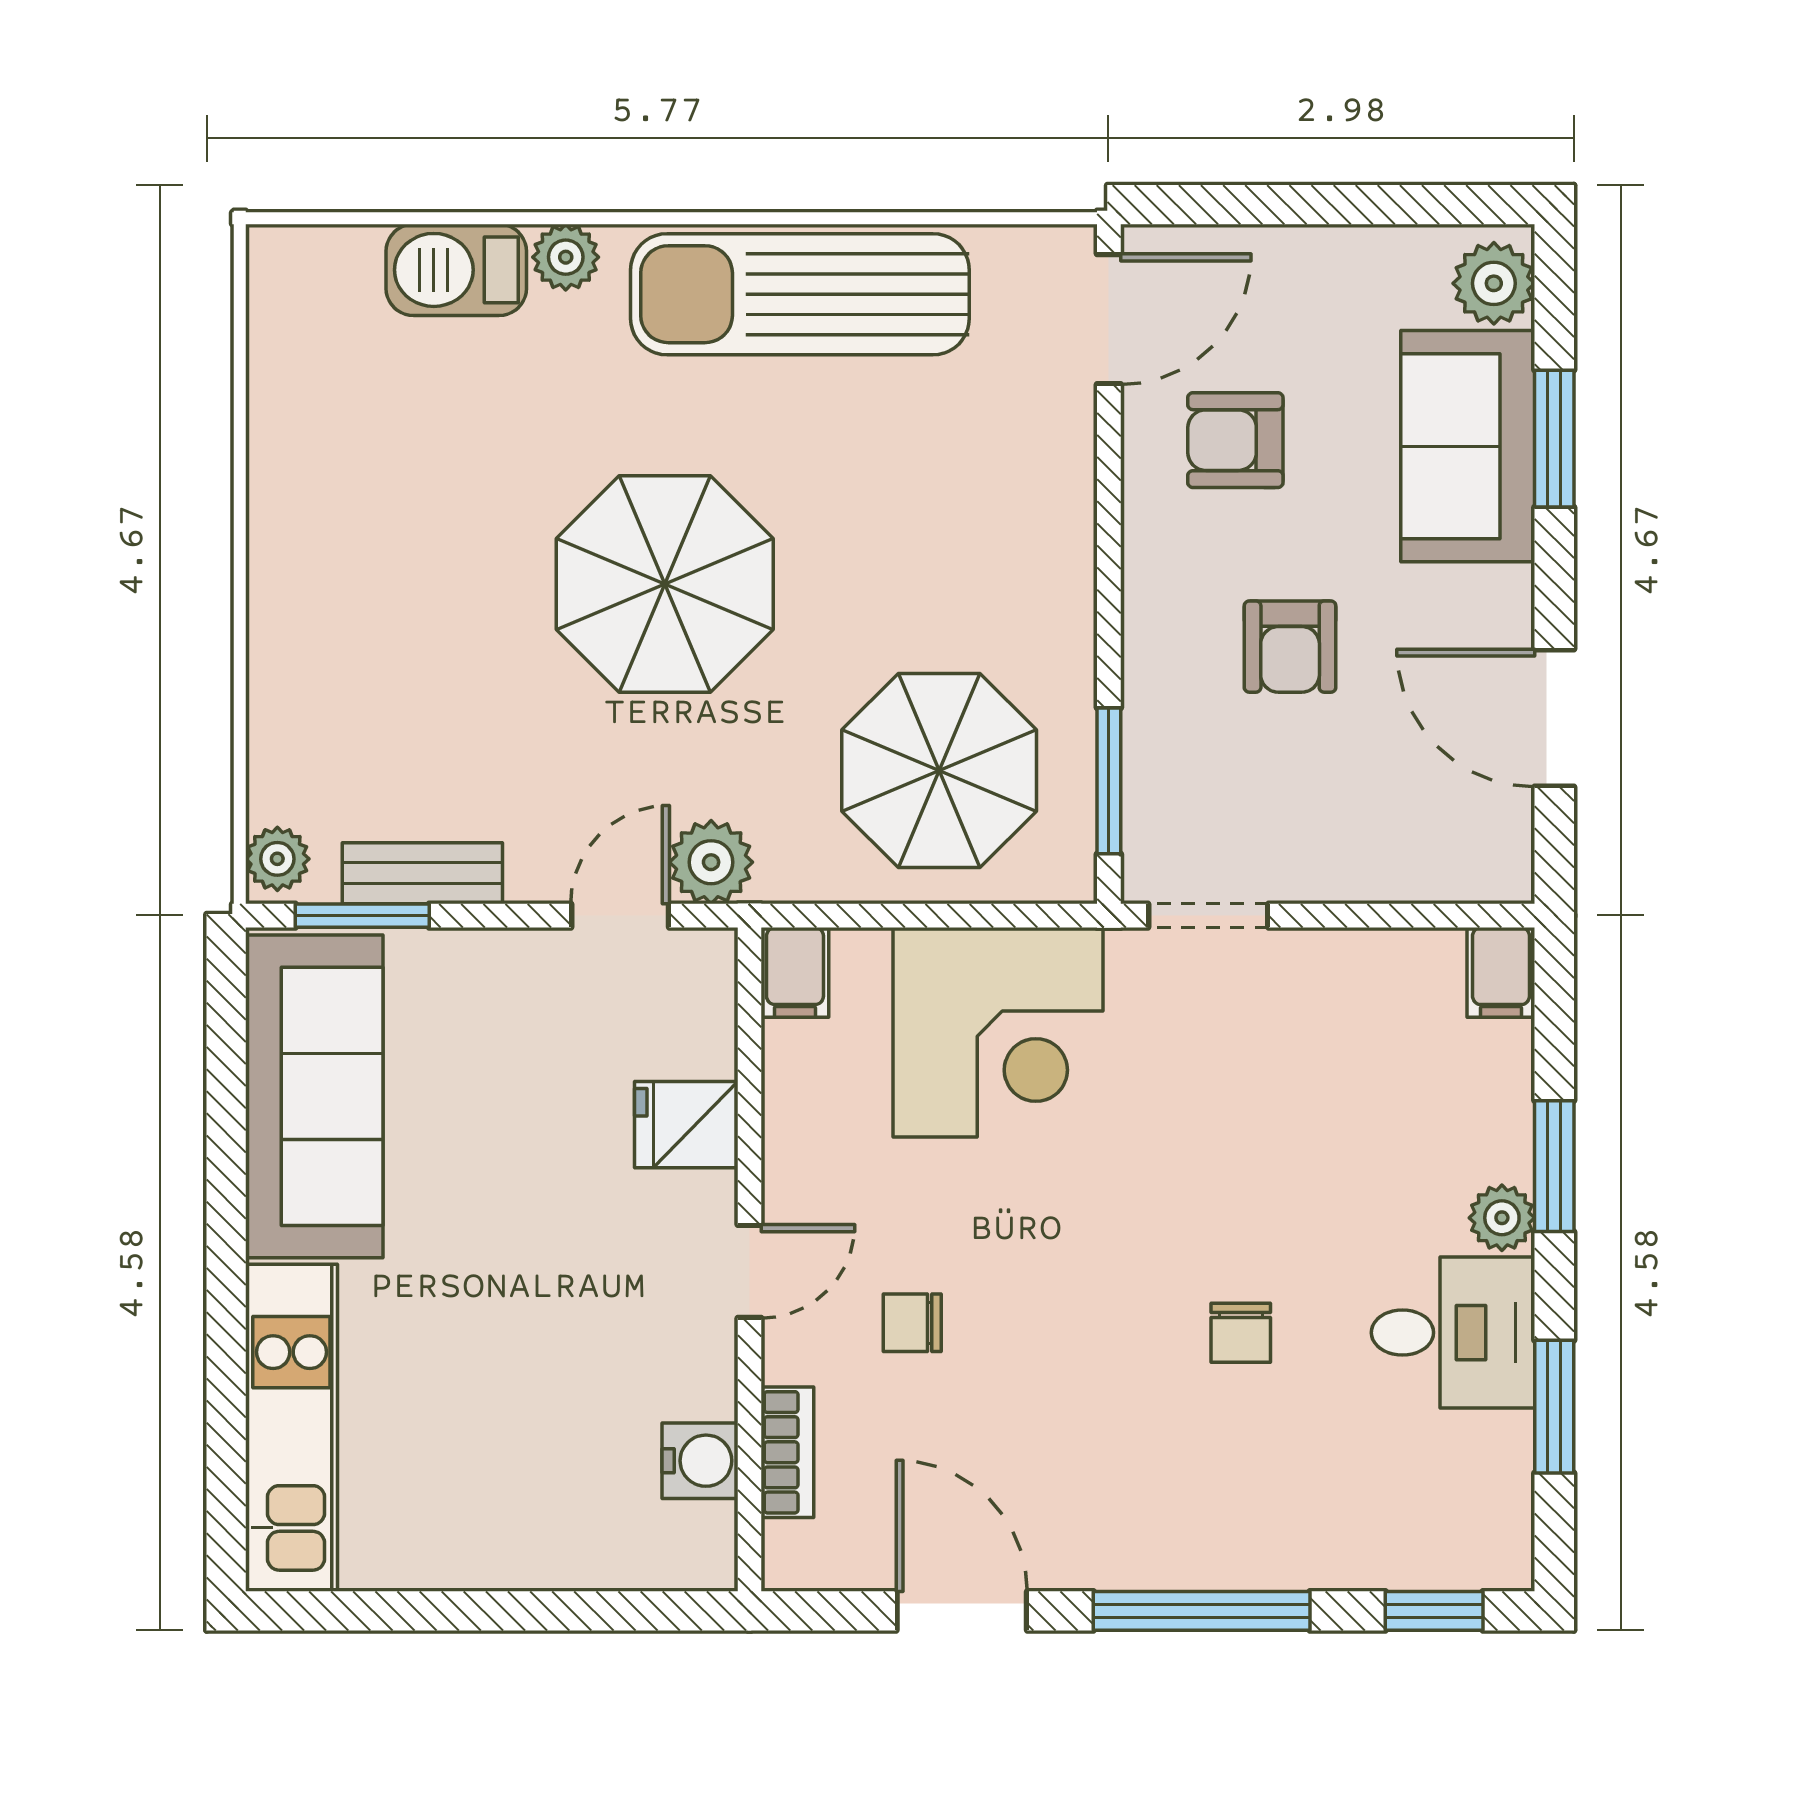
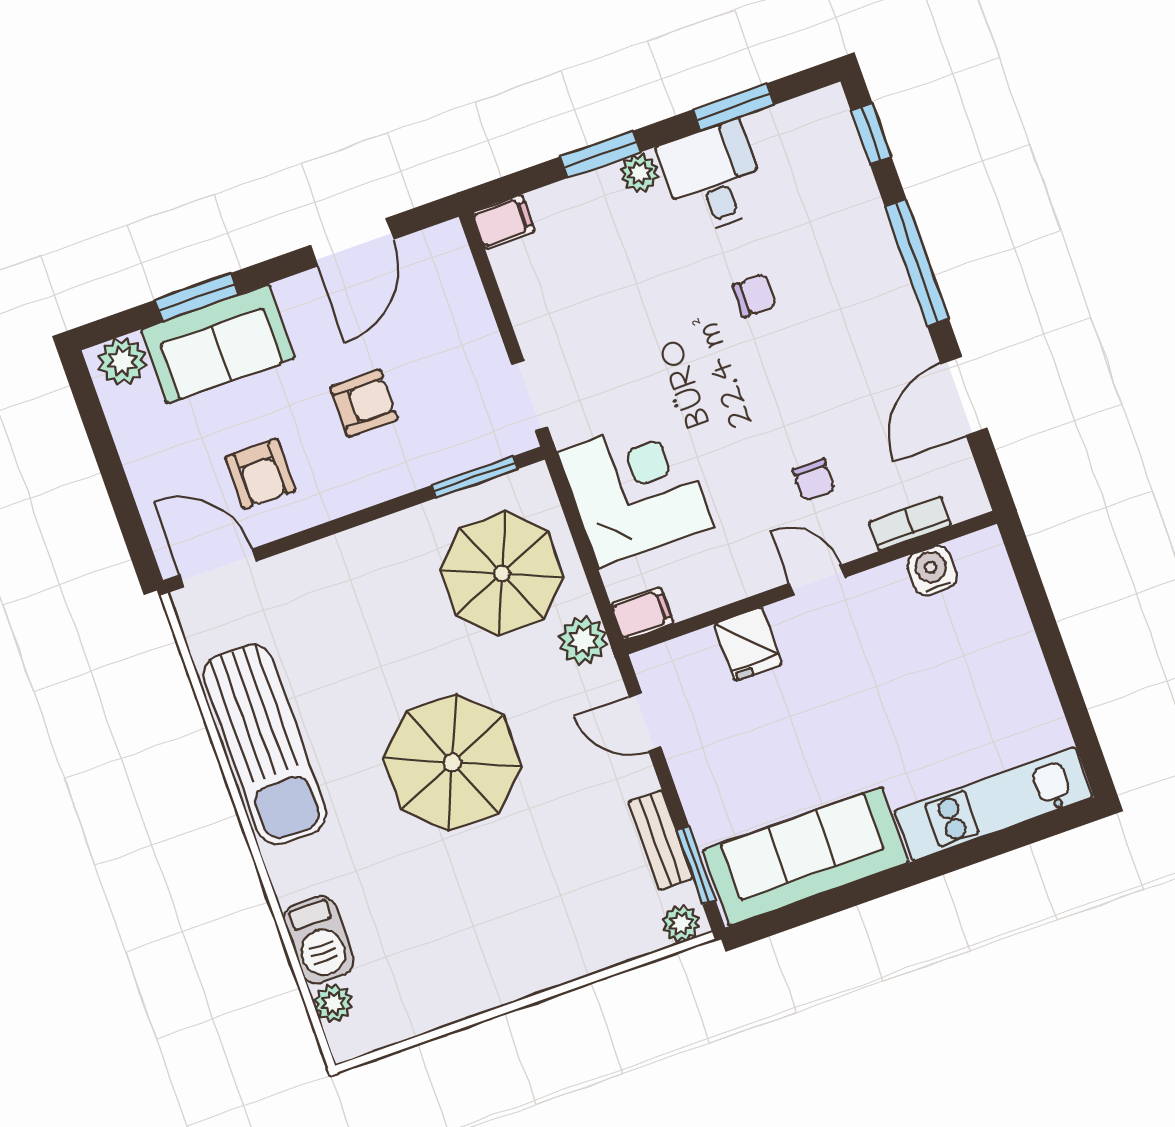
plant: (566, 257) -> (333, 1003), moved
plant: (711, 862) -> (583, 640), moved

